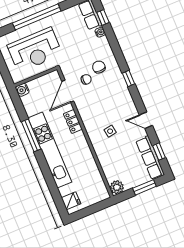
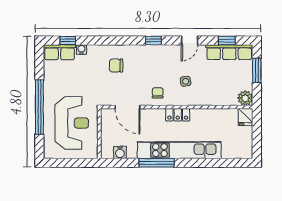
chair: (86, 79) -> (158, 93), moved
window: (128, 79) -> (153, 40), moved
water cooler: (22, 90) -> (120, 152), moved
locker: (73, 121) -> (178, 115), moved
fridge: (71, 201) -> (245, 117), moved, turned 180

